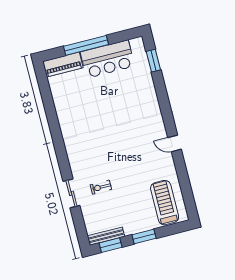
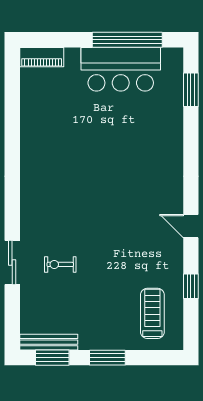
window: (86, 45) -> (127, 40), moved
piano: (63, 65) -> (42, 57), width x0.73, depth x0.75
window: (184, 180) -> (191, 286), added
treadmill: (165, 203) -> (152, 313), width x0.73, depth x0.73

